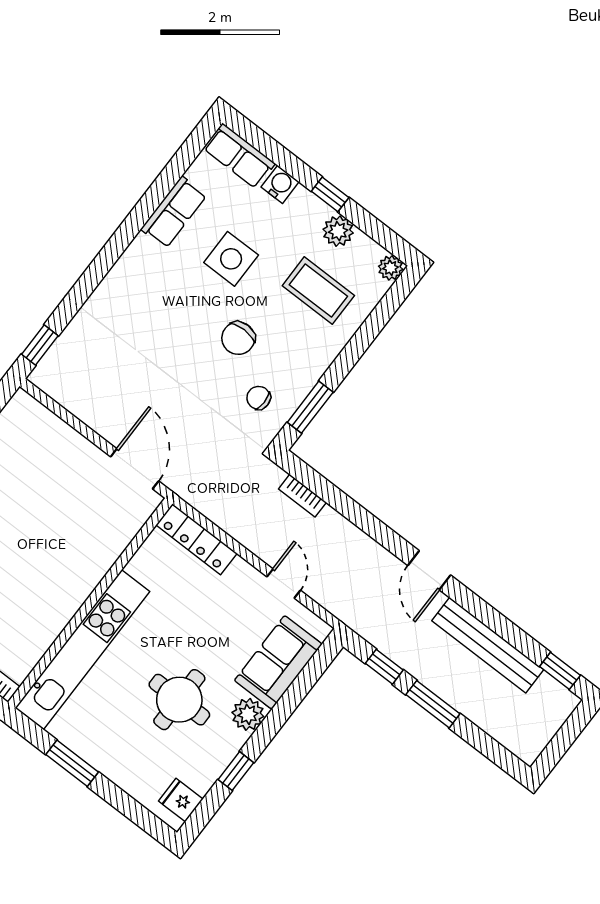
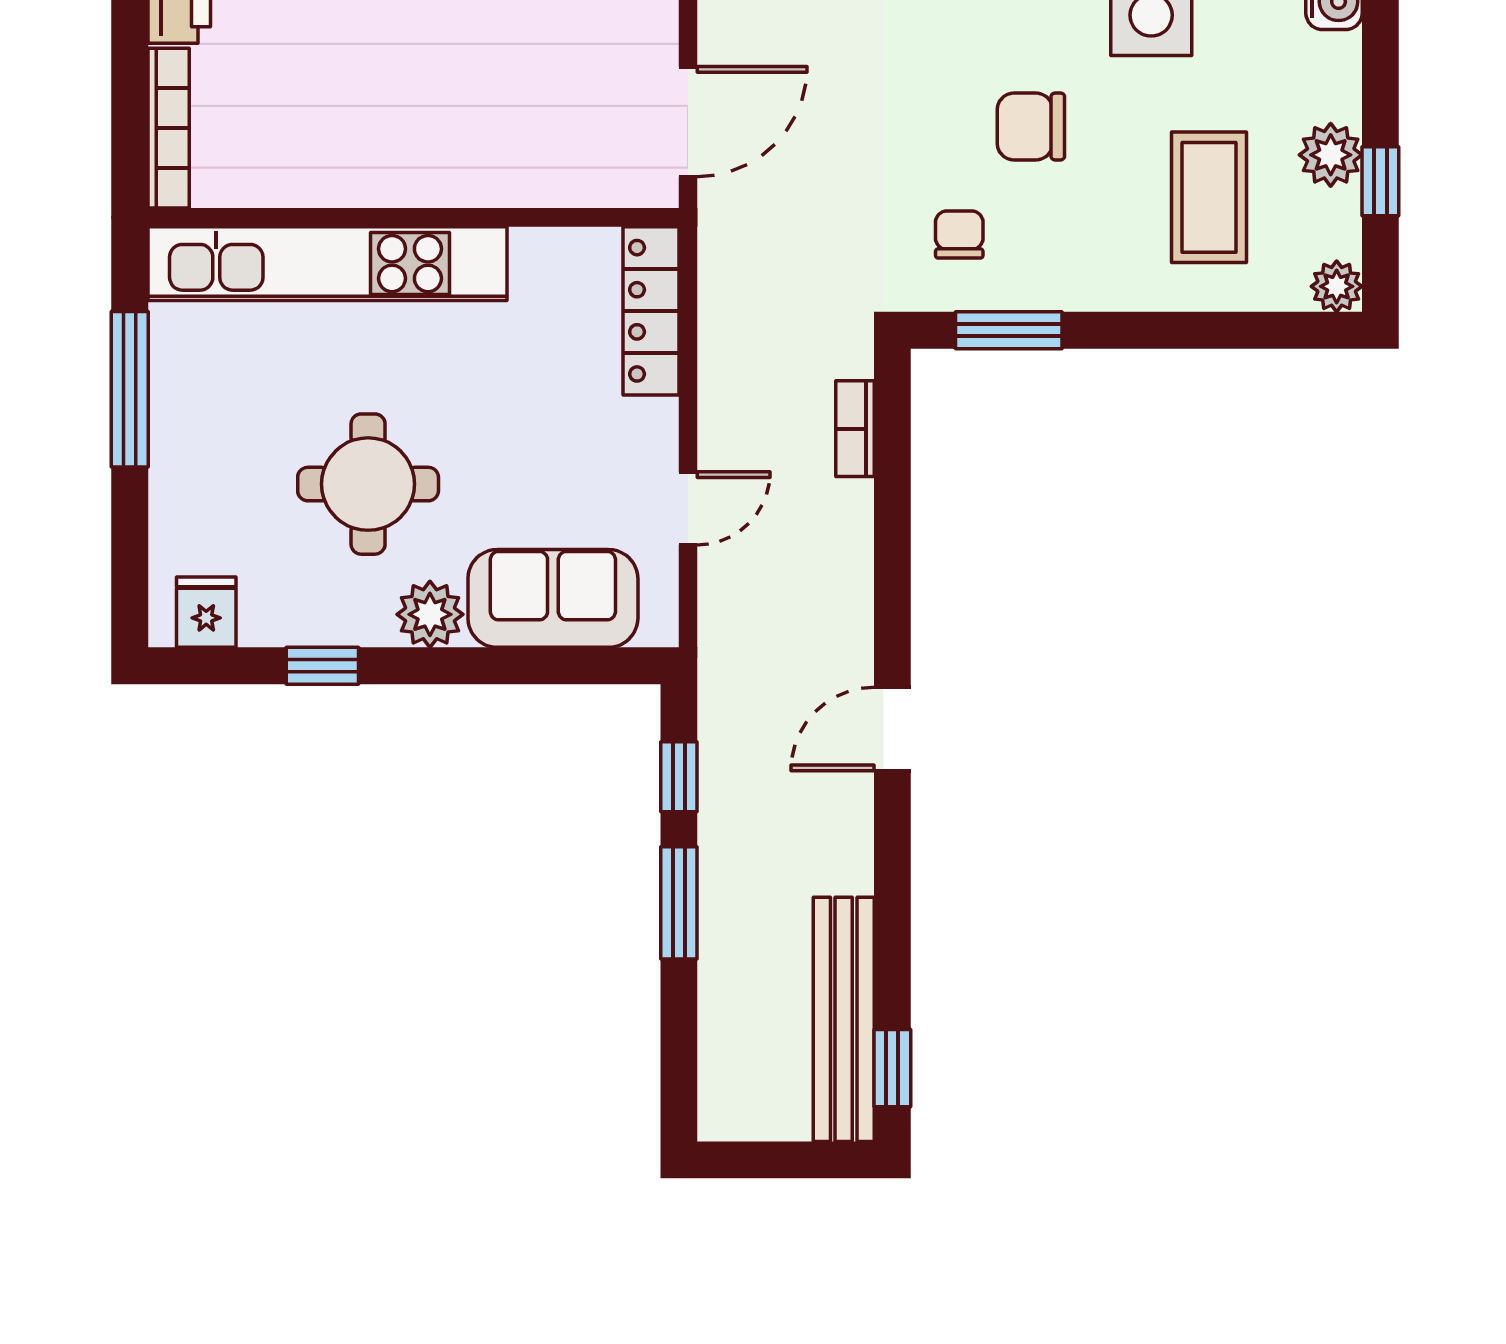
window: (330, 194) -> (1380, 181), moved
bench: (488, 645) -> (844, 1019), moved
window: (72, 763) -> (130, 389), width x1.44

